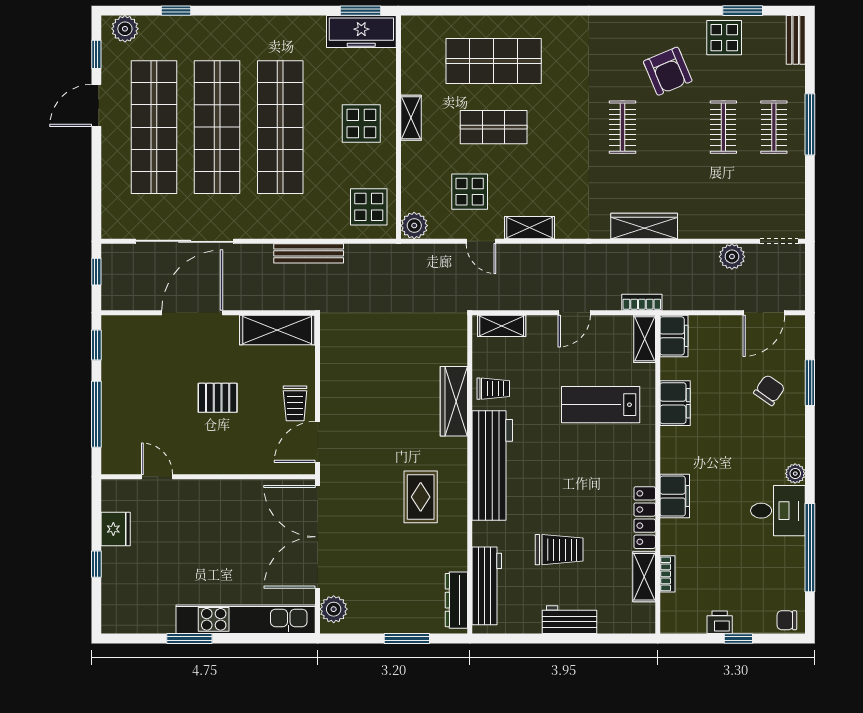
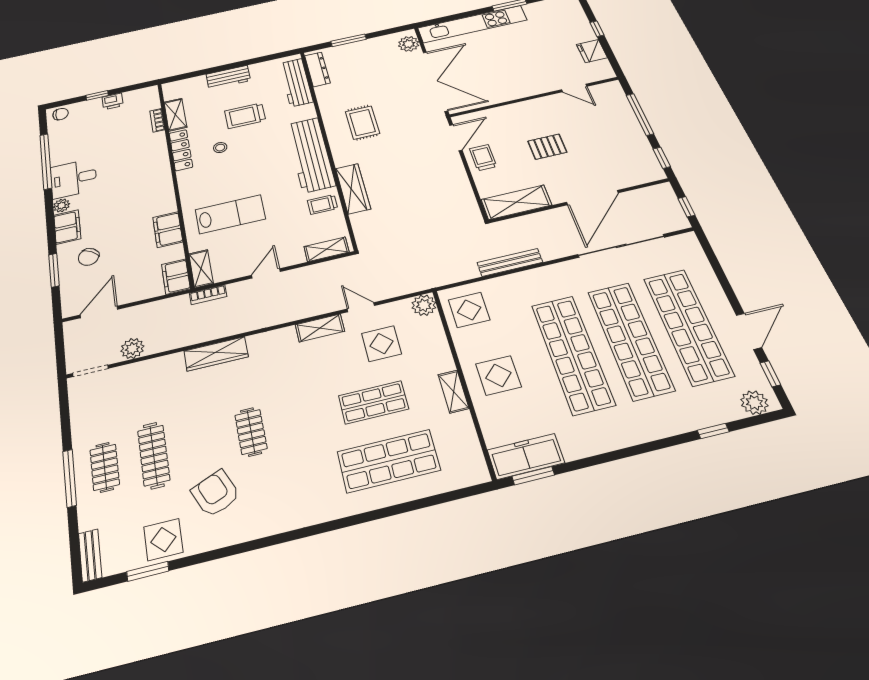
clothes rail: (723, 127) -> (154, 455), width x1.36
filing cabinet: (675, 496) -> (67, 227), moved, turned 180
stool: (597, 508) -> (220, 148), added

